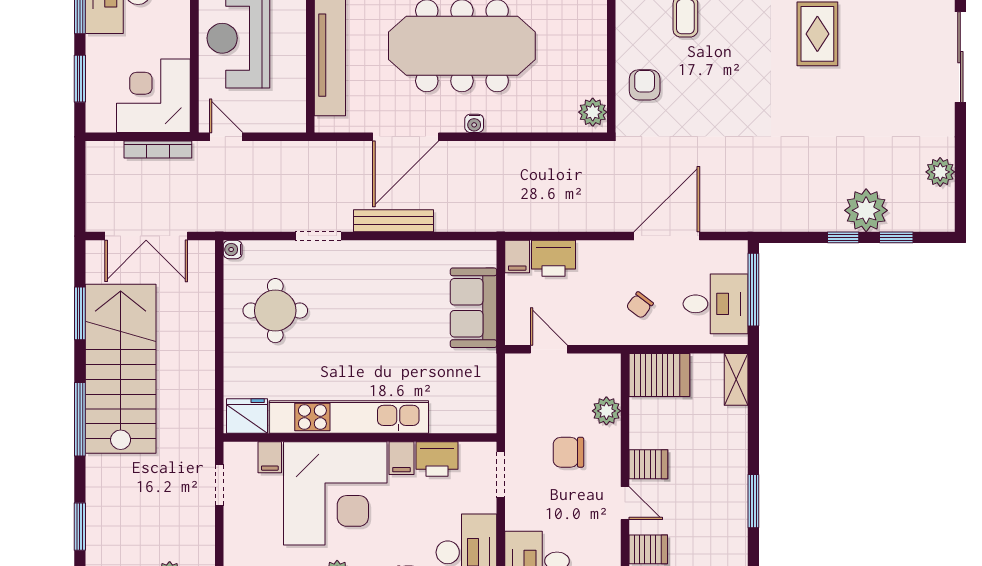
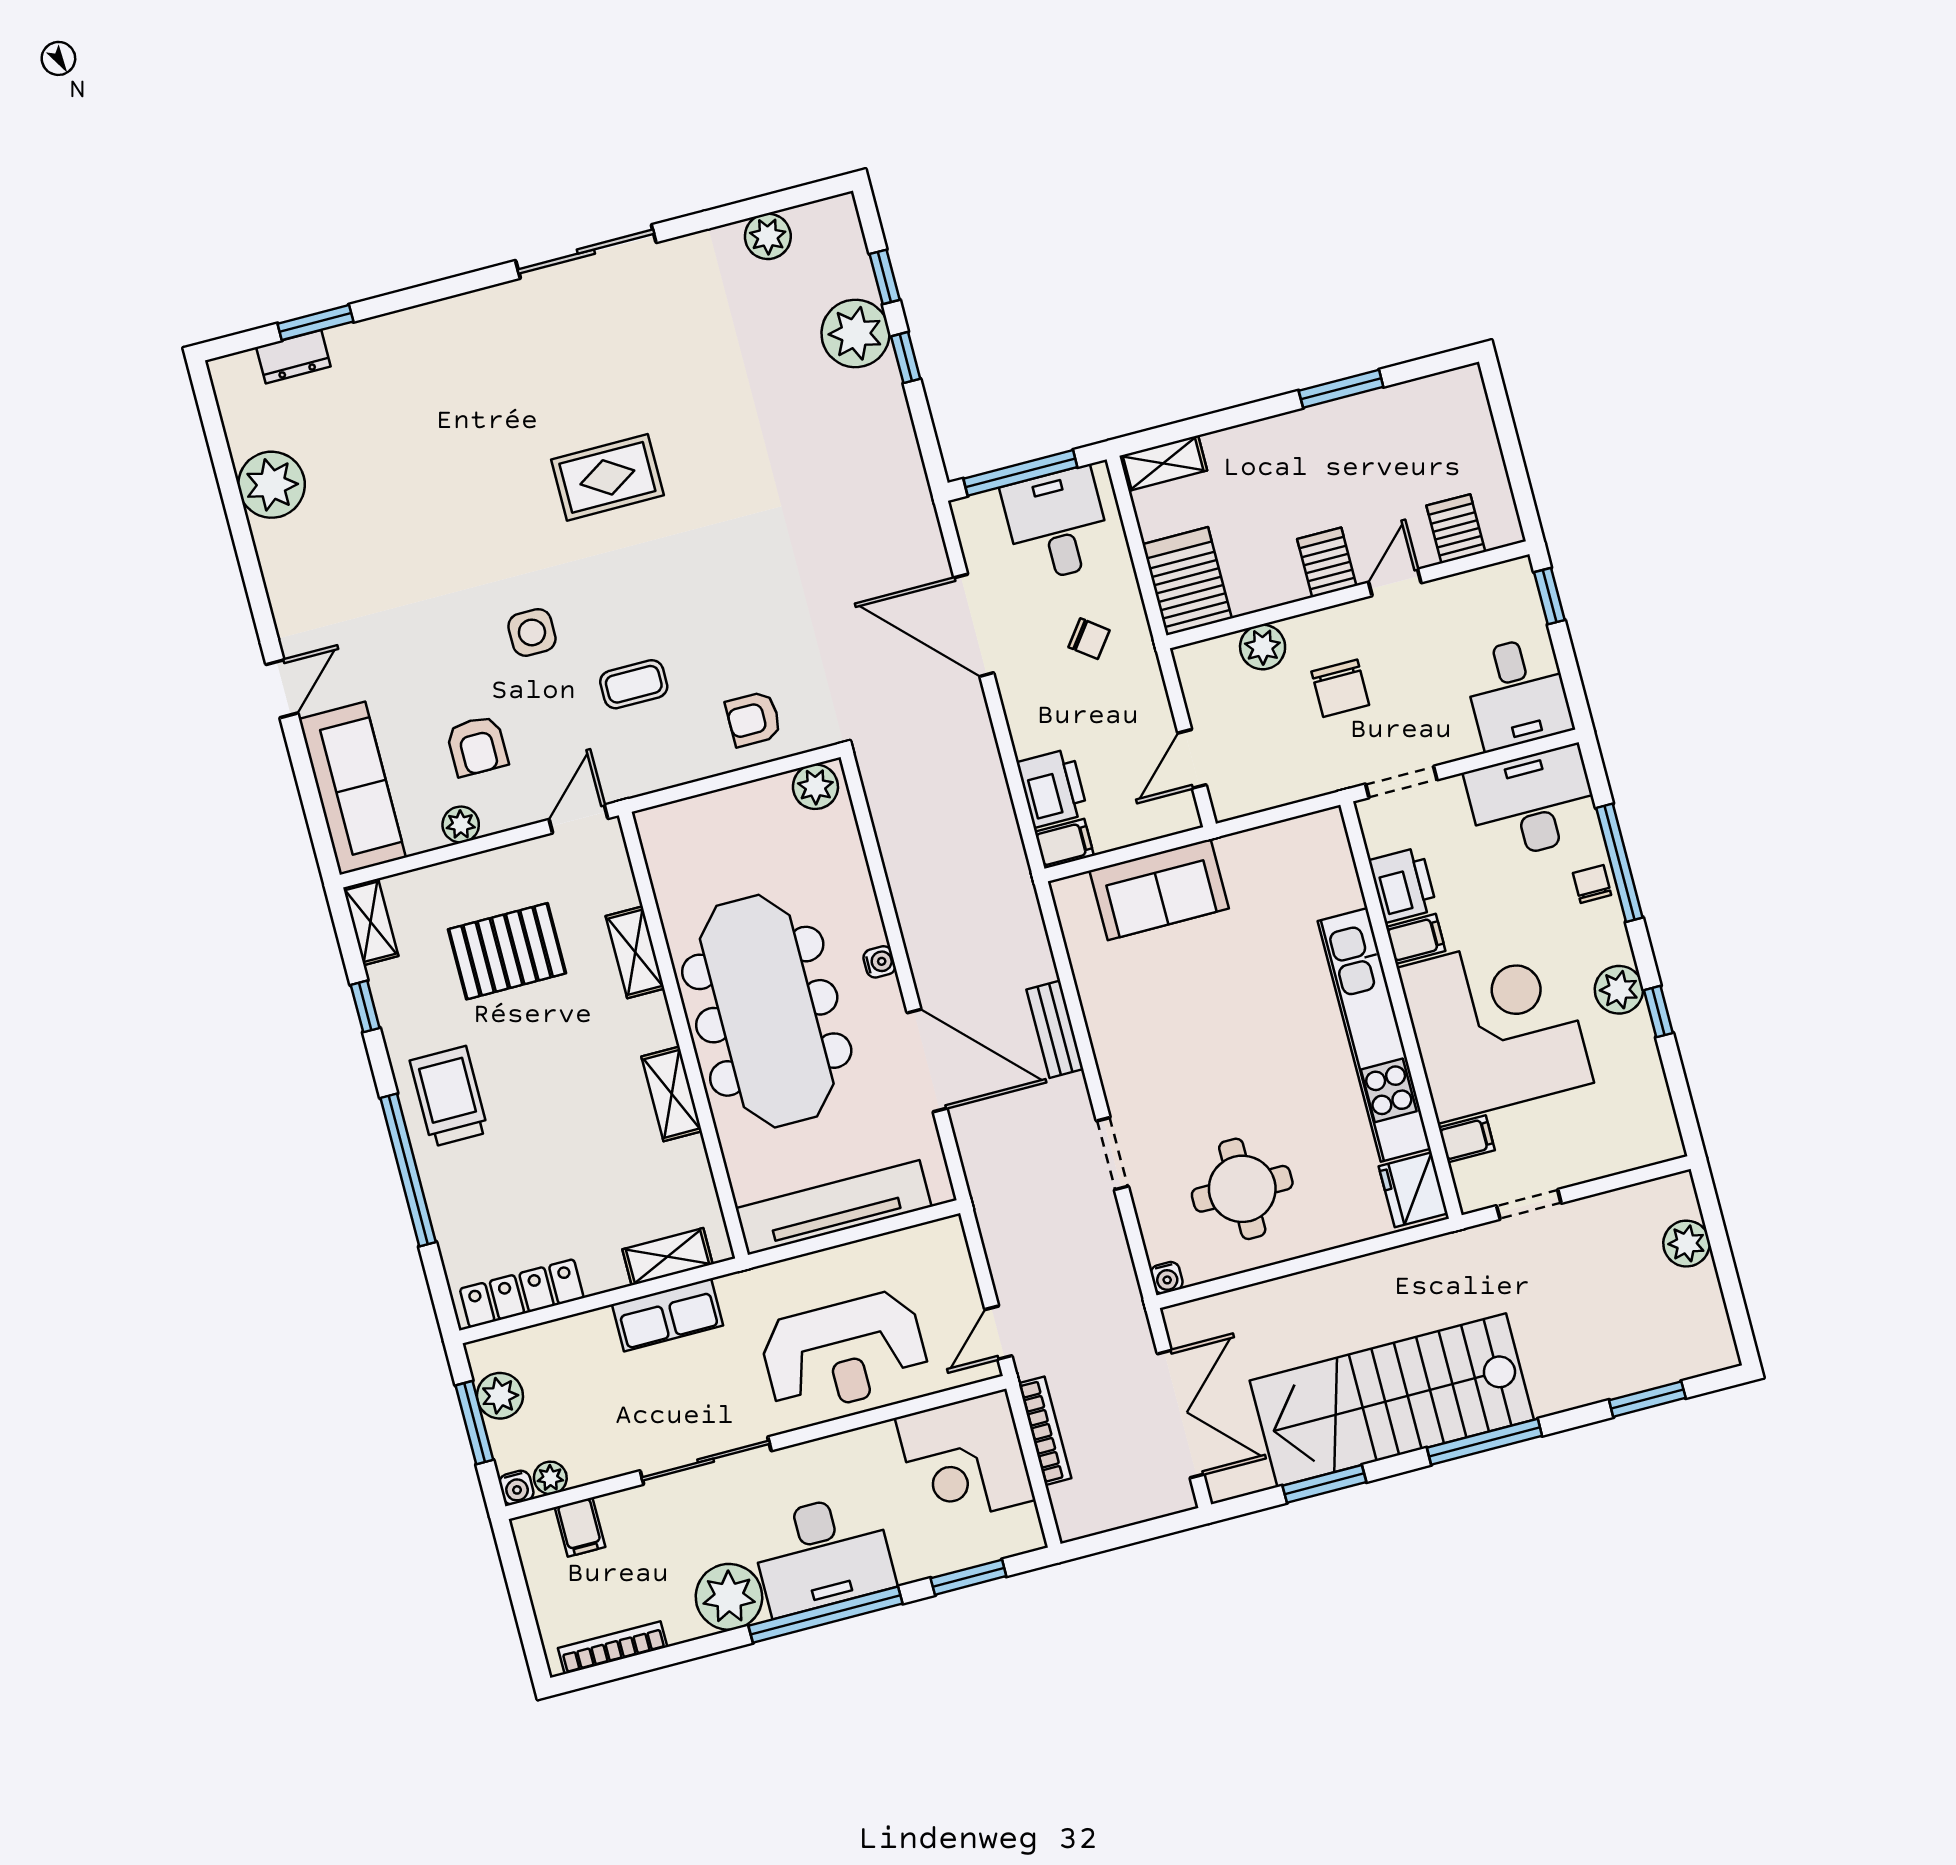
bench: (393, 221) -> (1055, 1029), width x0.73

